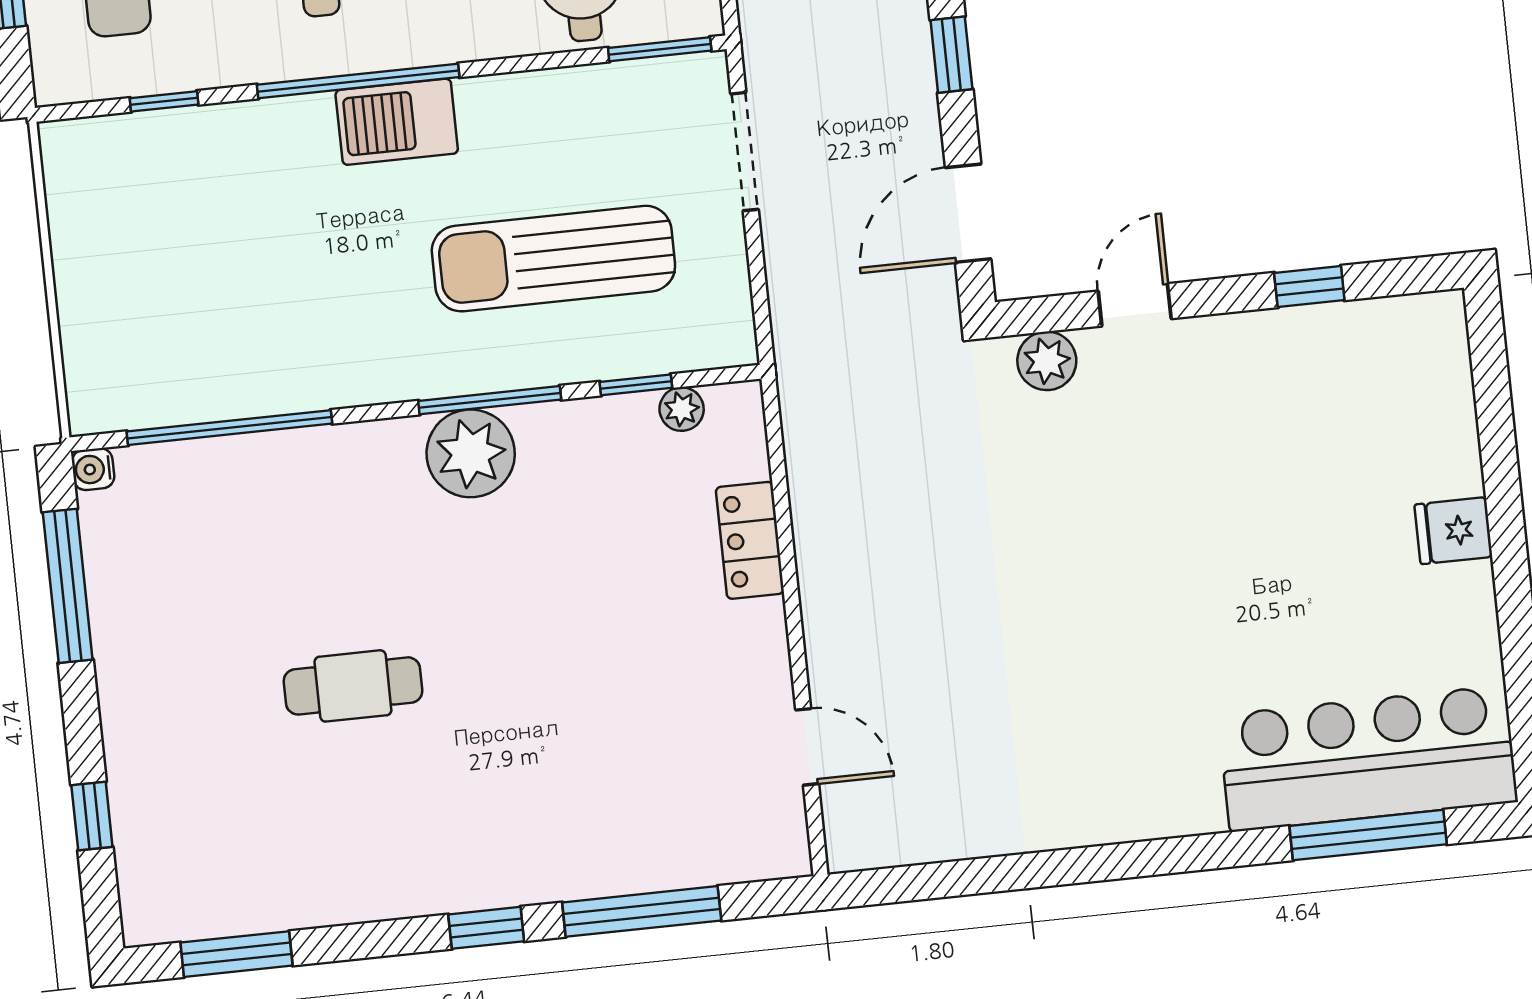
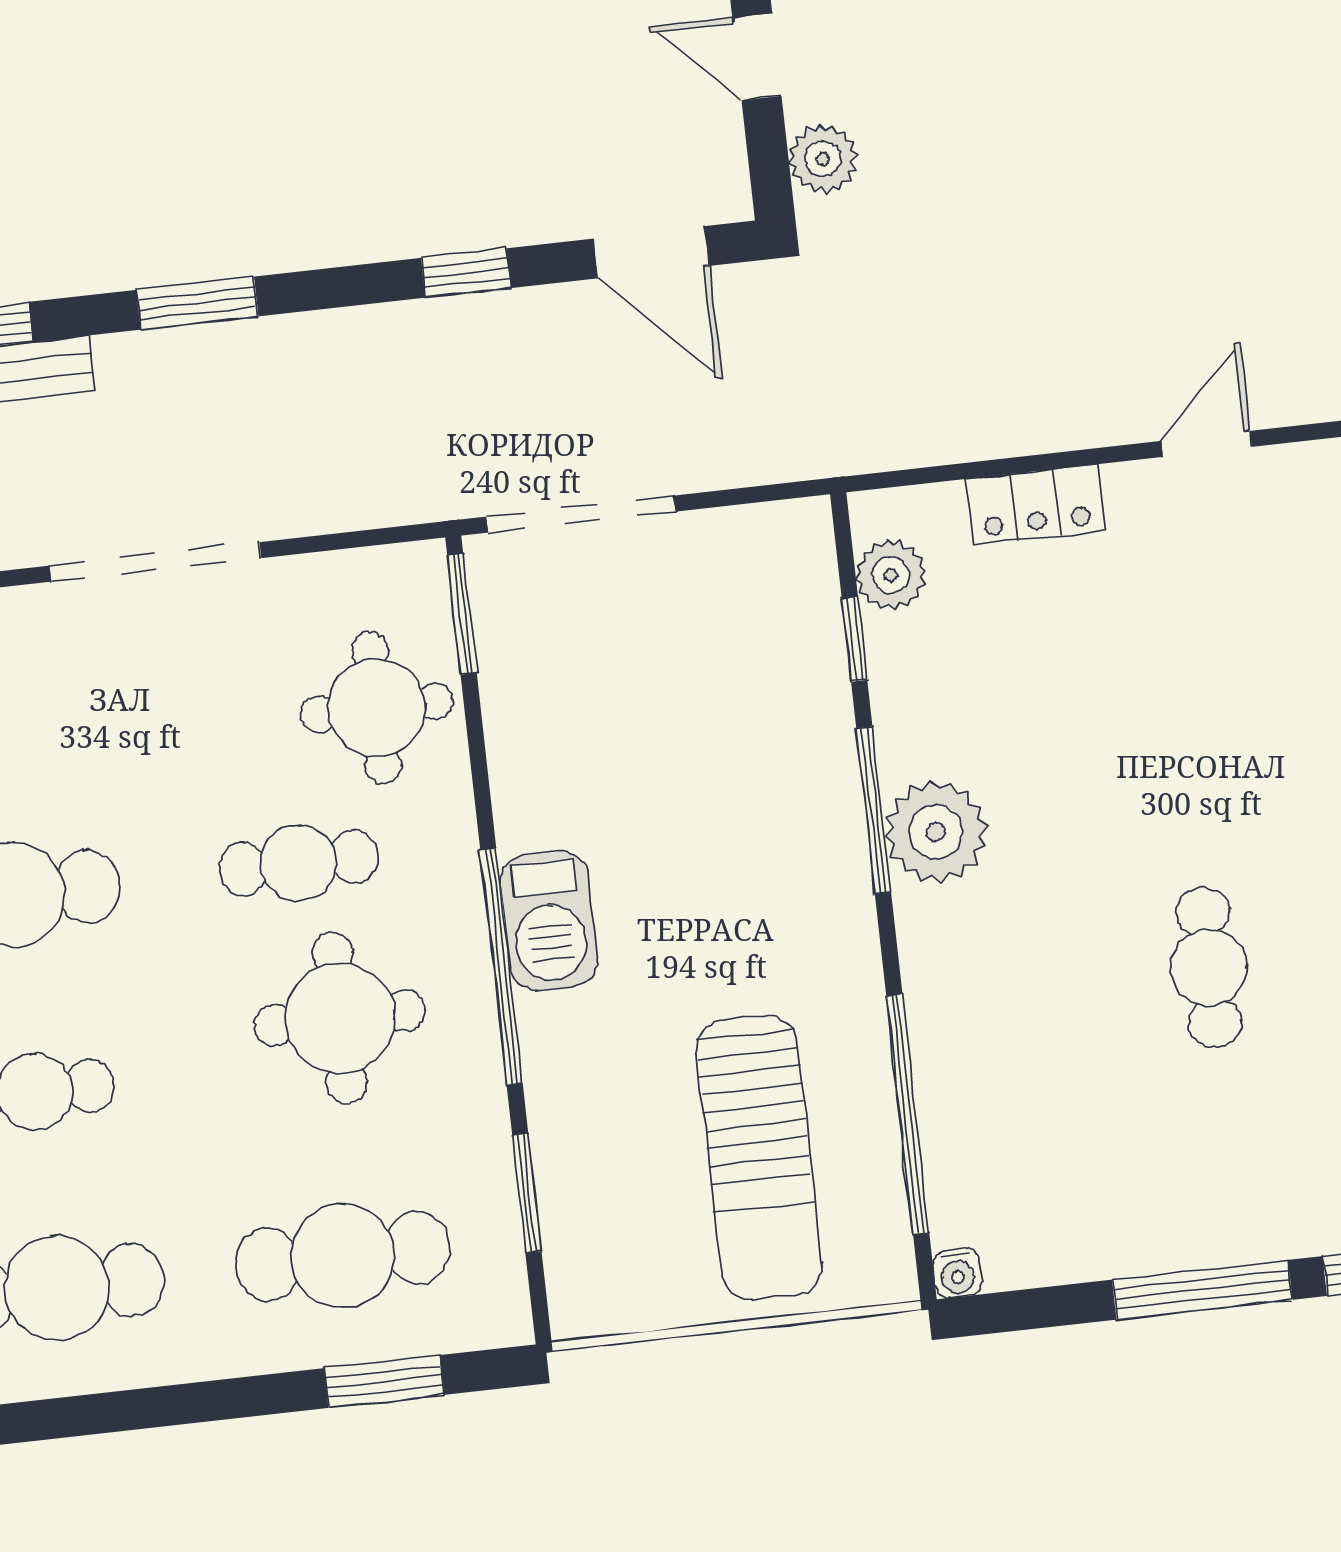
window: (164, 101) -> (527, 1193), width x1.50
doorway: (745, 152) -> (581, 514), width x1.36
sun lounger: (553, 259) -> (759, 1157), moved
plant: (682, 409) -> (891, 575), width x1.38, depth x1.38
window: (68, 586) -> (1202, 1290), moved
door: (807, 747) -> (1206, 444), moved

